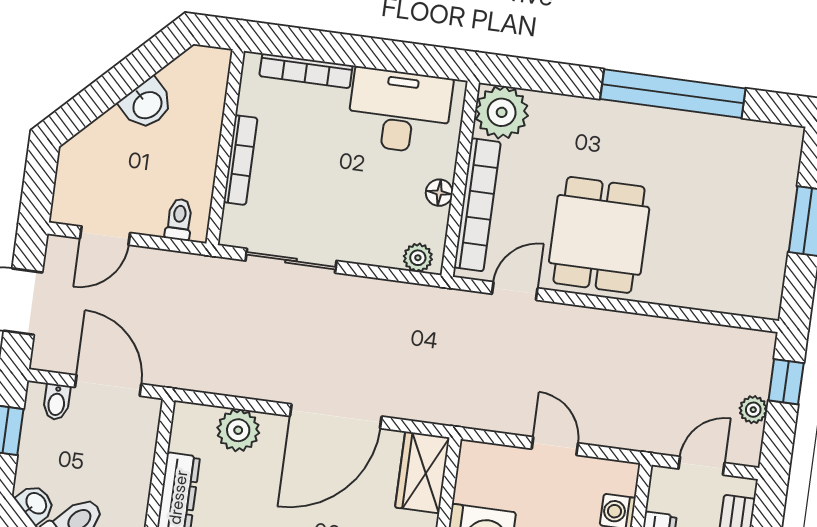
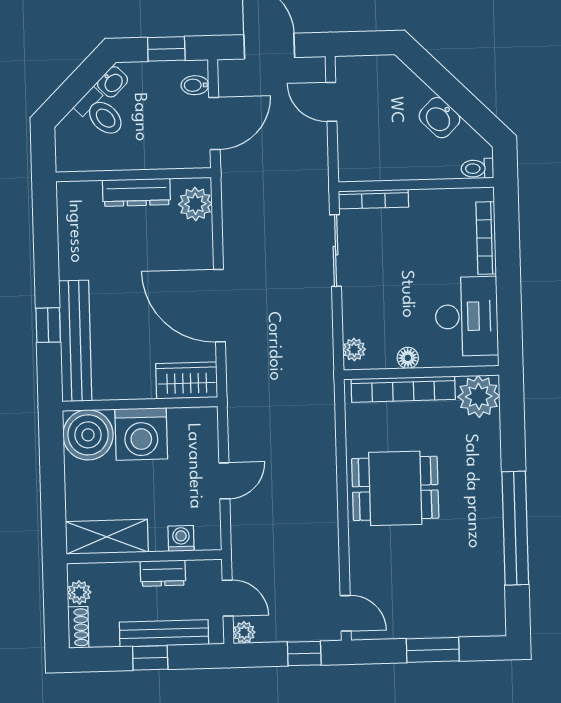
bookcase: (240, 160) -> (373, 199), moved
toilet: (179, 219) -> (477, 168), moved, turned 180
door: (515, 291) -> (346, 613), moved
plant: (753, 410) -> (244, 632), moved
plant: (238, 430) -> (195, 204), moved

